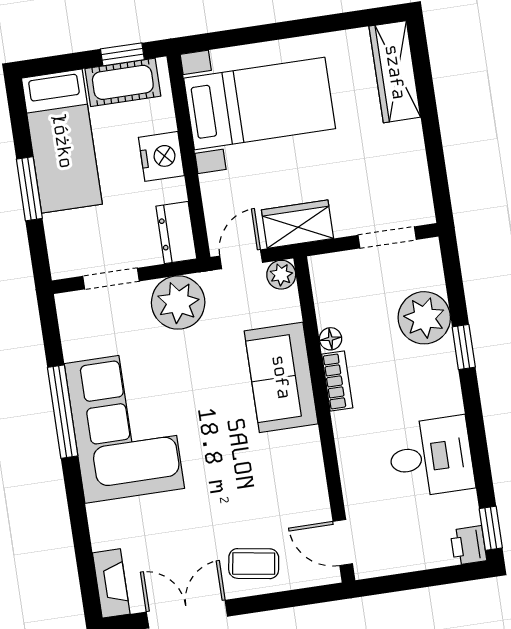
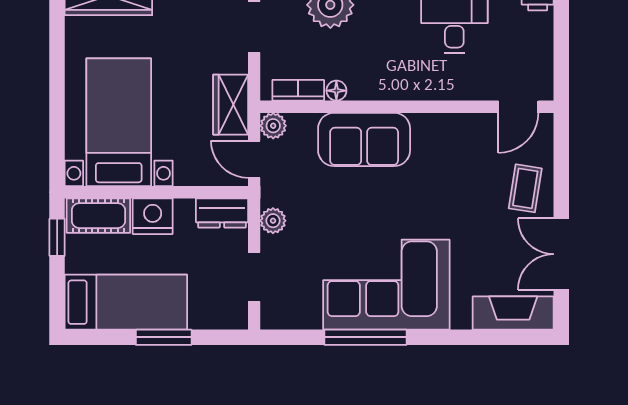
cot: (123, 82) -> (98, 216), moved, turned 90
plant: (178, 303) -> (273, 221), width x0.53, depth x0.53
bookcase: (337, 381) -> (298, 90), moved
fireplace: (111, 583) -> (513, 313), width x1.37, depth x1.32

